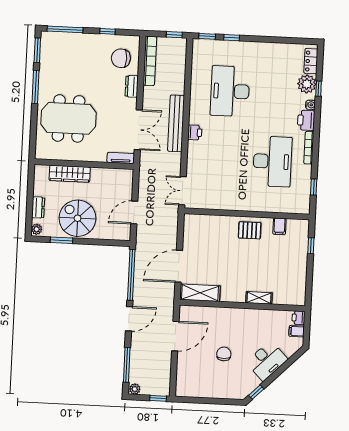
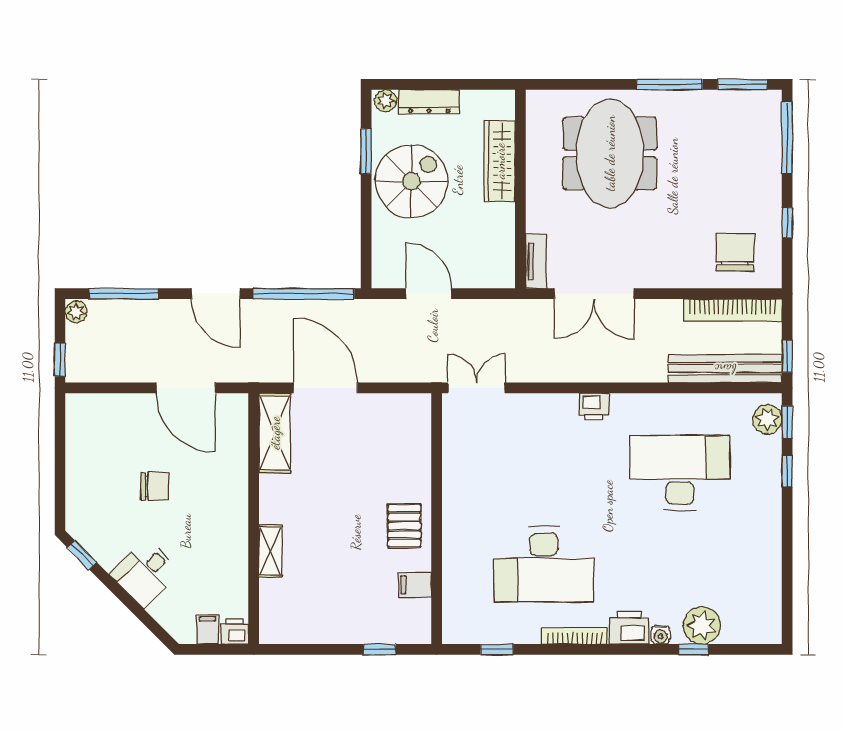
plant: (205, 46) -> (767, 419), added
locker: (311, 61) -> (748, 631), removed
dresser: (132, 86) -> (680, 276), removed
bench: (176, 123) -> (725, 369), moved
dresser: (38, 207) -> (429, 102), width x1.44
desk: (267, 361) -> (145, 573), width x0.73

